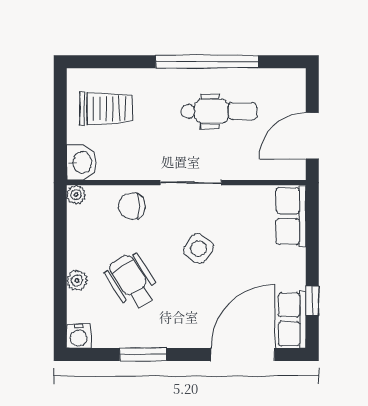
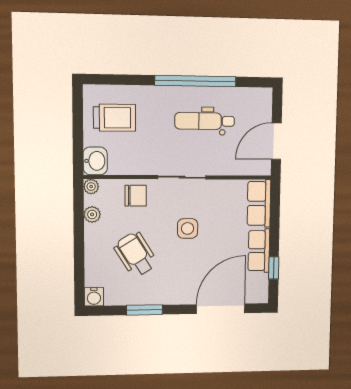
dental chair: (219, 111) -> (205, 121), turned 180
chair: (132, 206) -> (136, 196), turned 180
side table: (198, 248) -> (188, 228), turned -36
plant: (77, 281) -> (92, 214), moved
row of seats: (292, 319) -> (259, 251), moved

